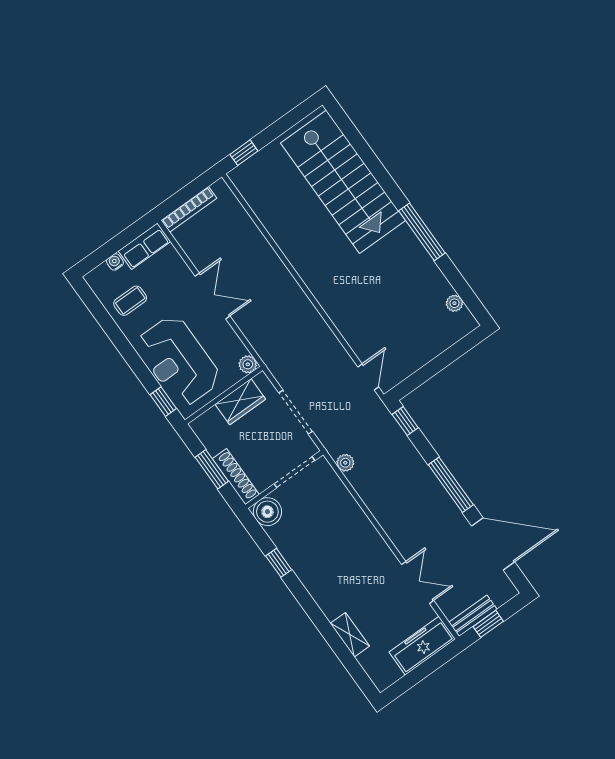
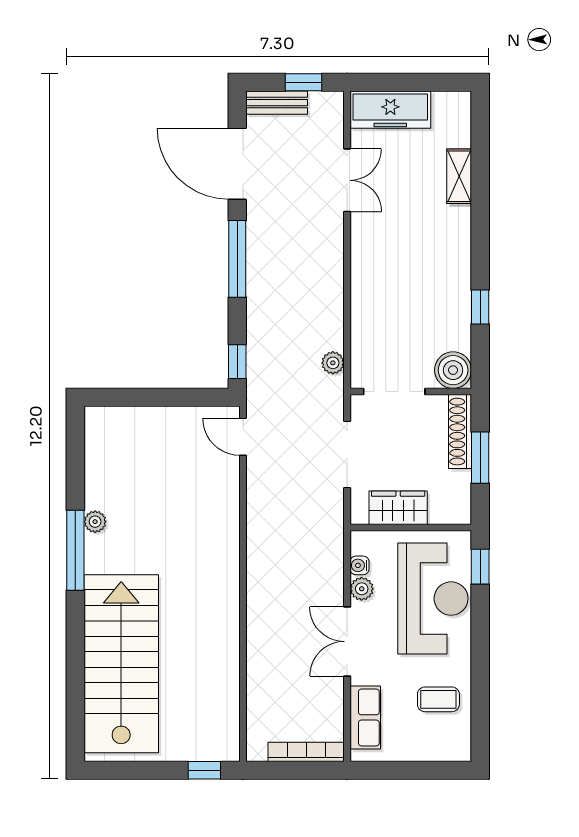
row of seats: (144, 246) -> (365, 717), moved, turned 90
water cooler: (115, 262) -> (359, 565), moved, turned 90
plant: (454, 303) -> (95, 522), moved
plant: (248, 364) -> (362, 589), moved
door: (368, 377) -> (243, 437), hinge flipped
double door: (418, 582) -> (347, 180), swing flipped
bench: (473, 616) -> (277, 103), moved

